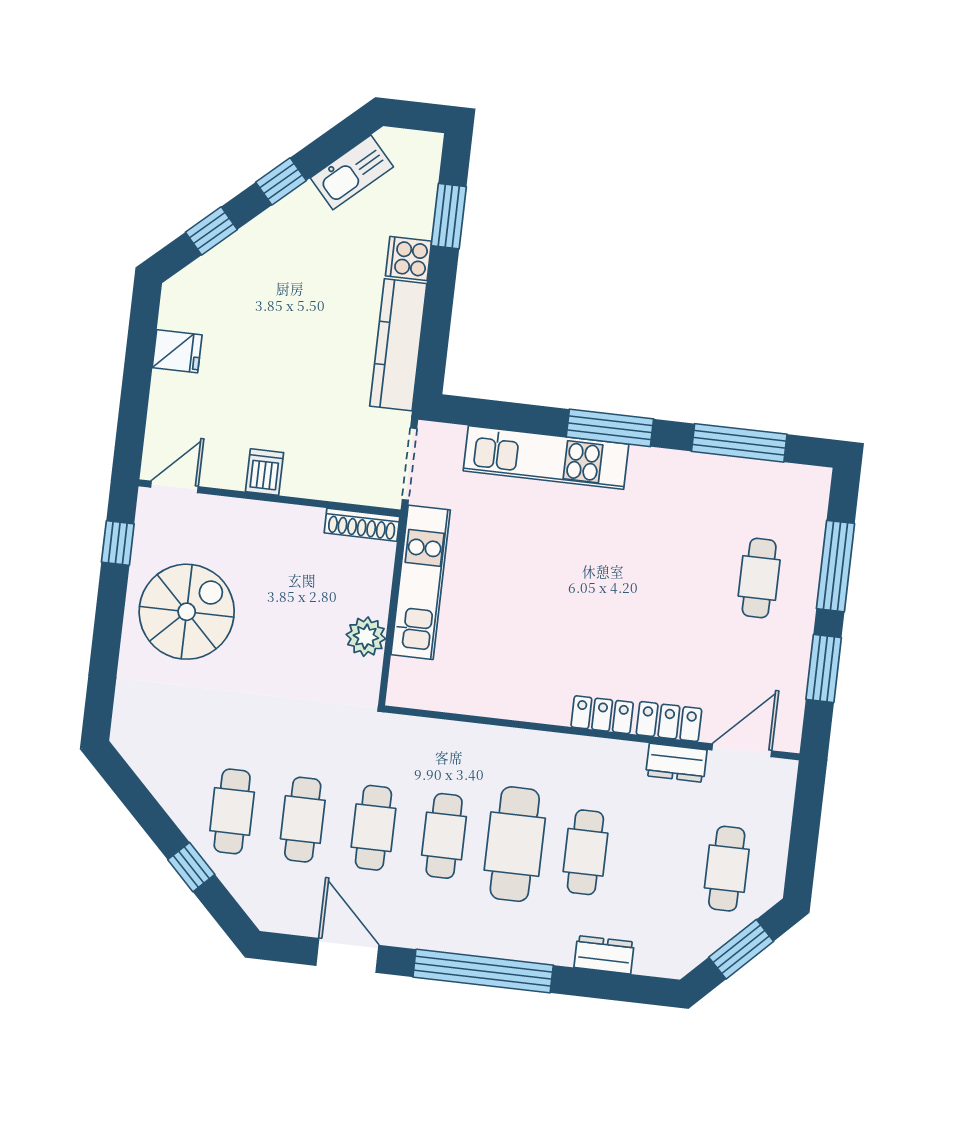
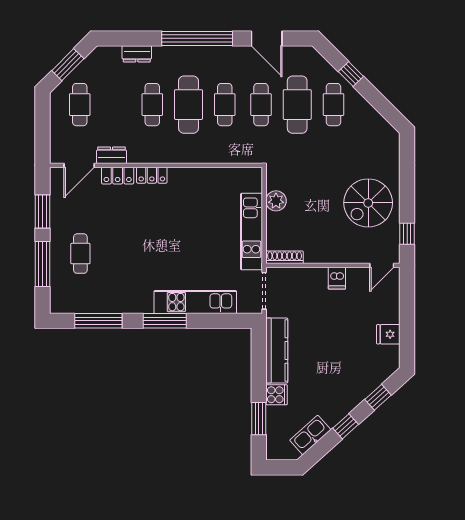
cafe table: (303, 820) -> (297, 105), width x1.37, depth x1.35

